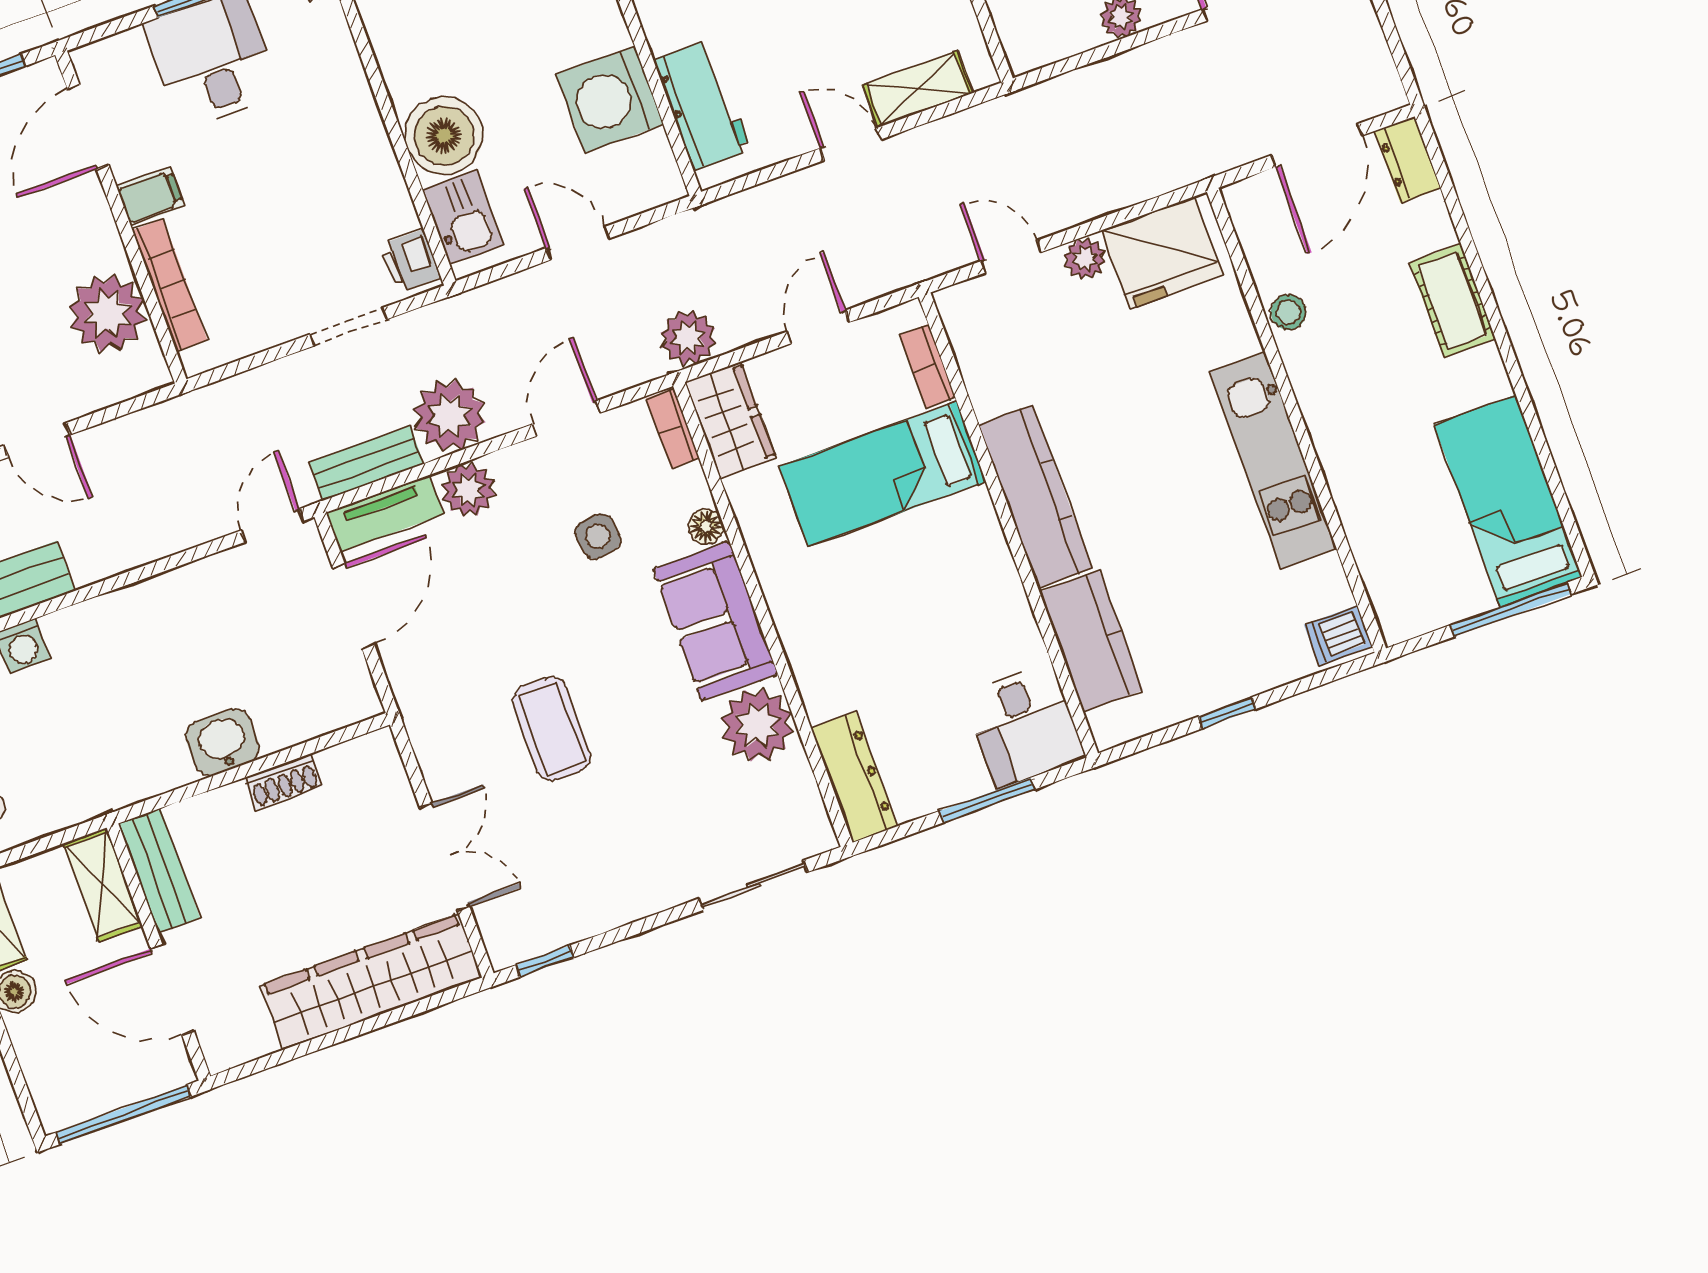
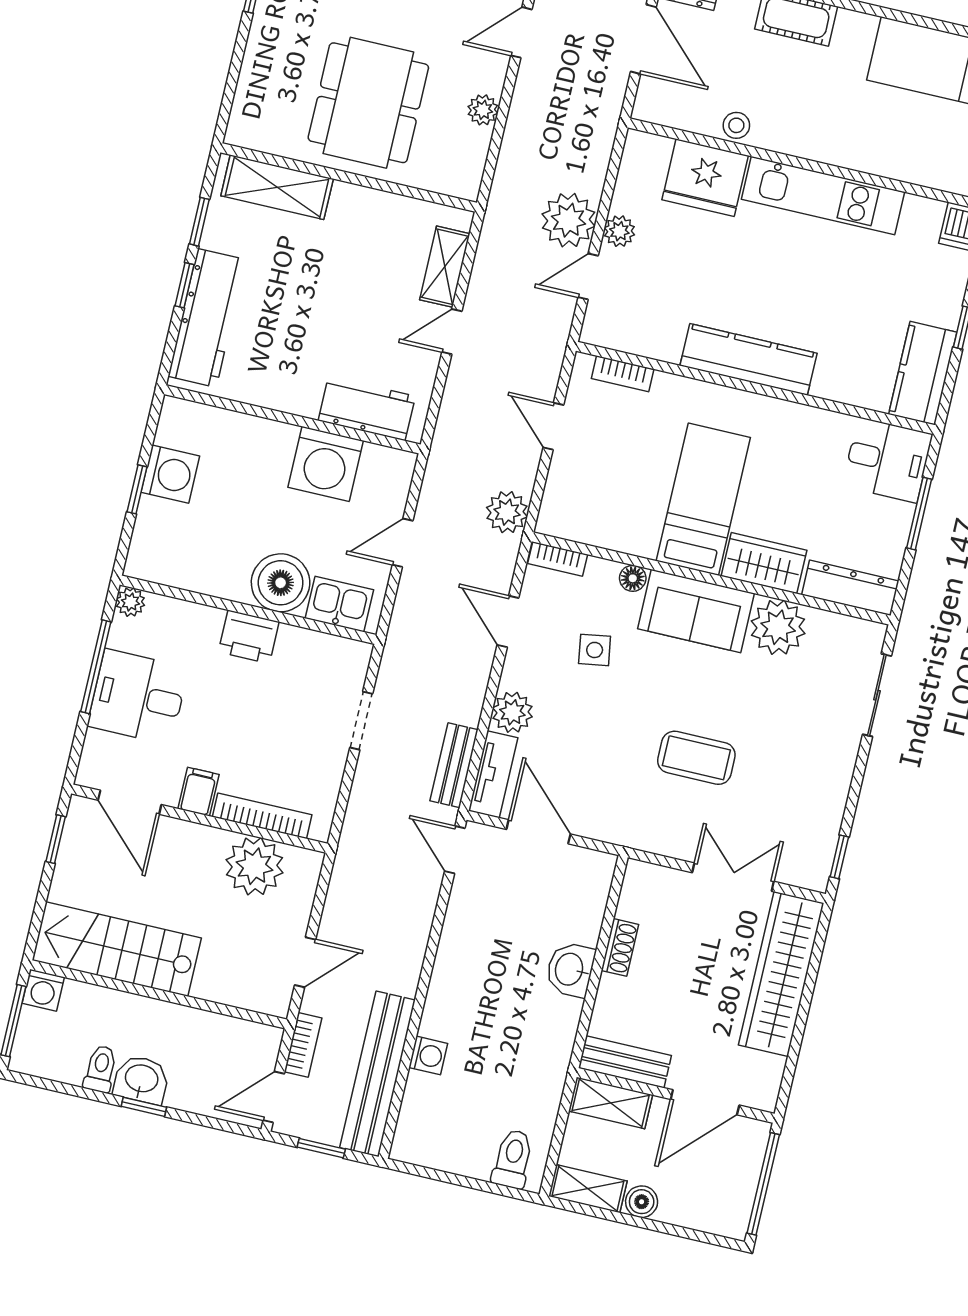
fridge: (1162, 253) -> (705, 178), moved, turned 90
printer: (410, 261) -> (249, 637), moved, width x1.36, depth x1.24
plant: (450, 416) -> (569, 220), moved
wardrobe: (730, 420) -> (764, 563), moved
bed: (883, 474) -> (703, 499), moved, turned 180
kitchen counter: (1091, 641) -> (923, 373), moved, turned -90

